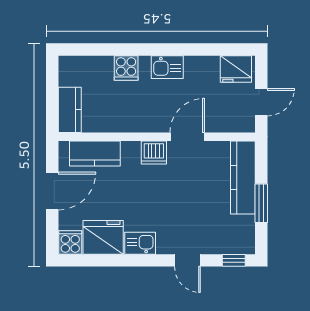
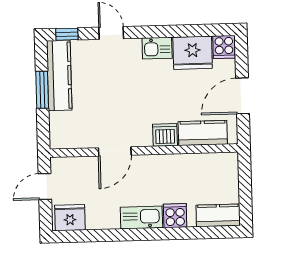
kitchen sink: (167, 67) -> (141, 217), width x1.38
kitchen counter: (70, 110) -> (218, 215), moved, turned 90
dishwasher: (154, 152) -> (165, 135), moved
kitchen counter: (243, 177) -> (59, 75), moved

